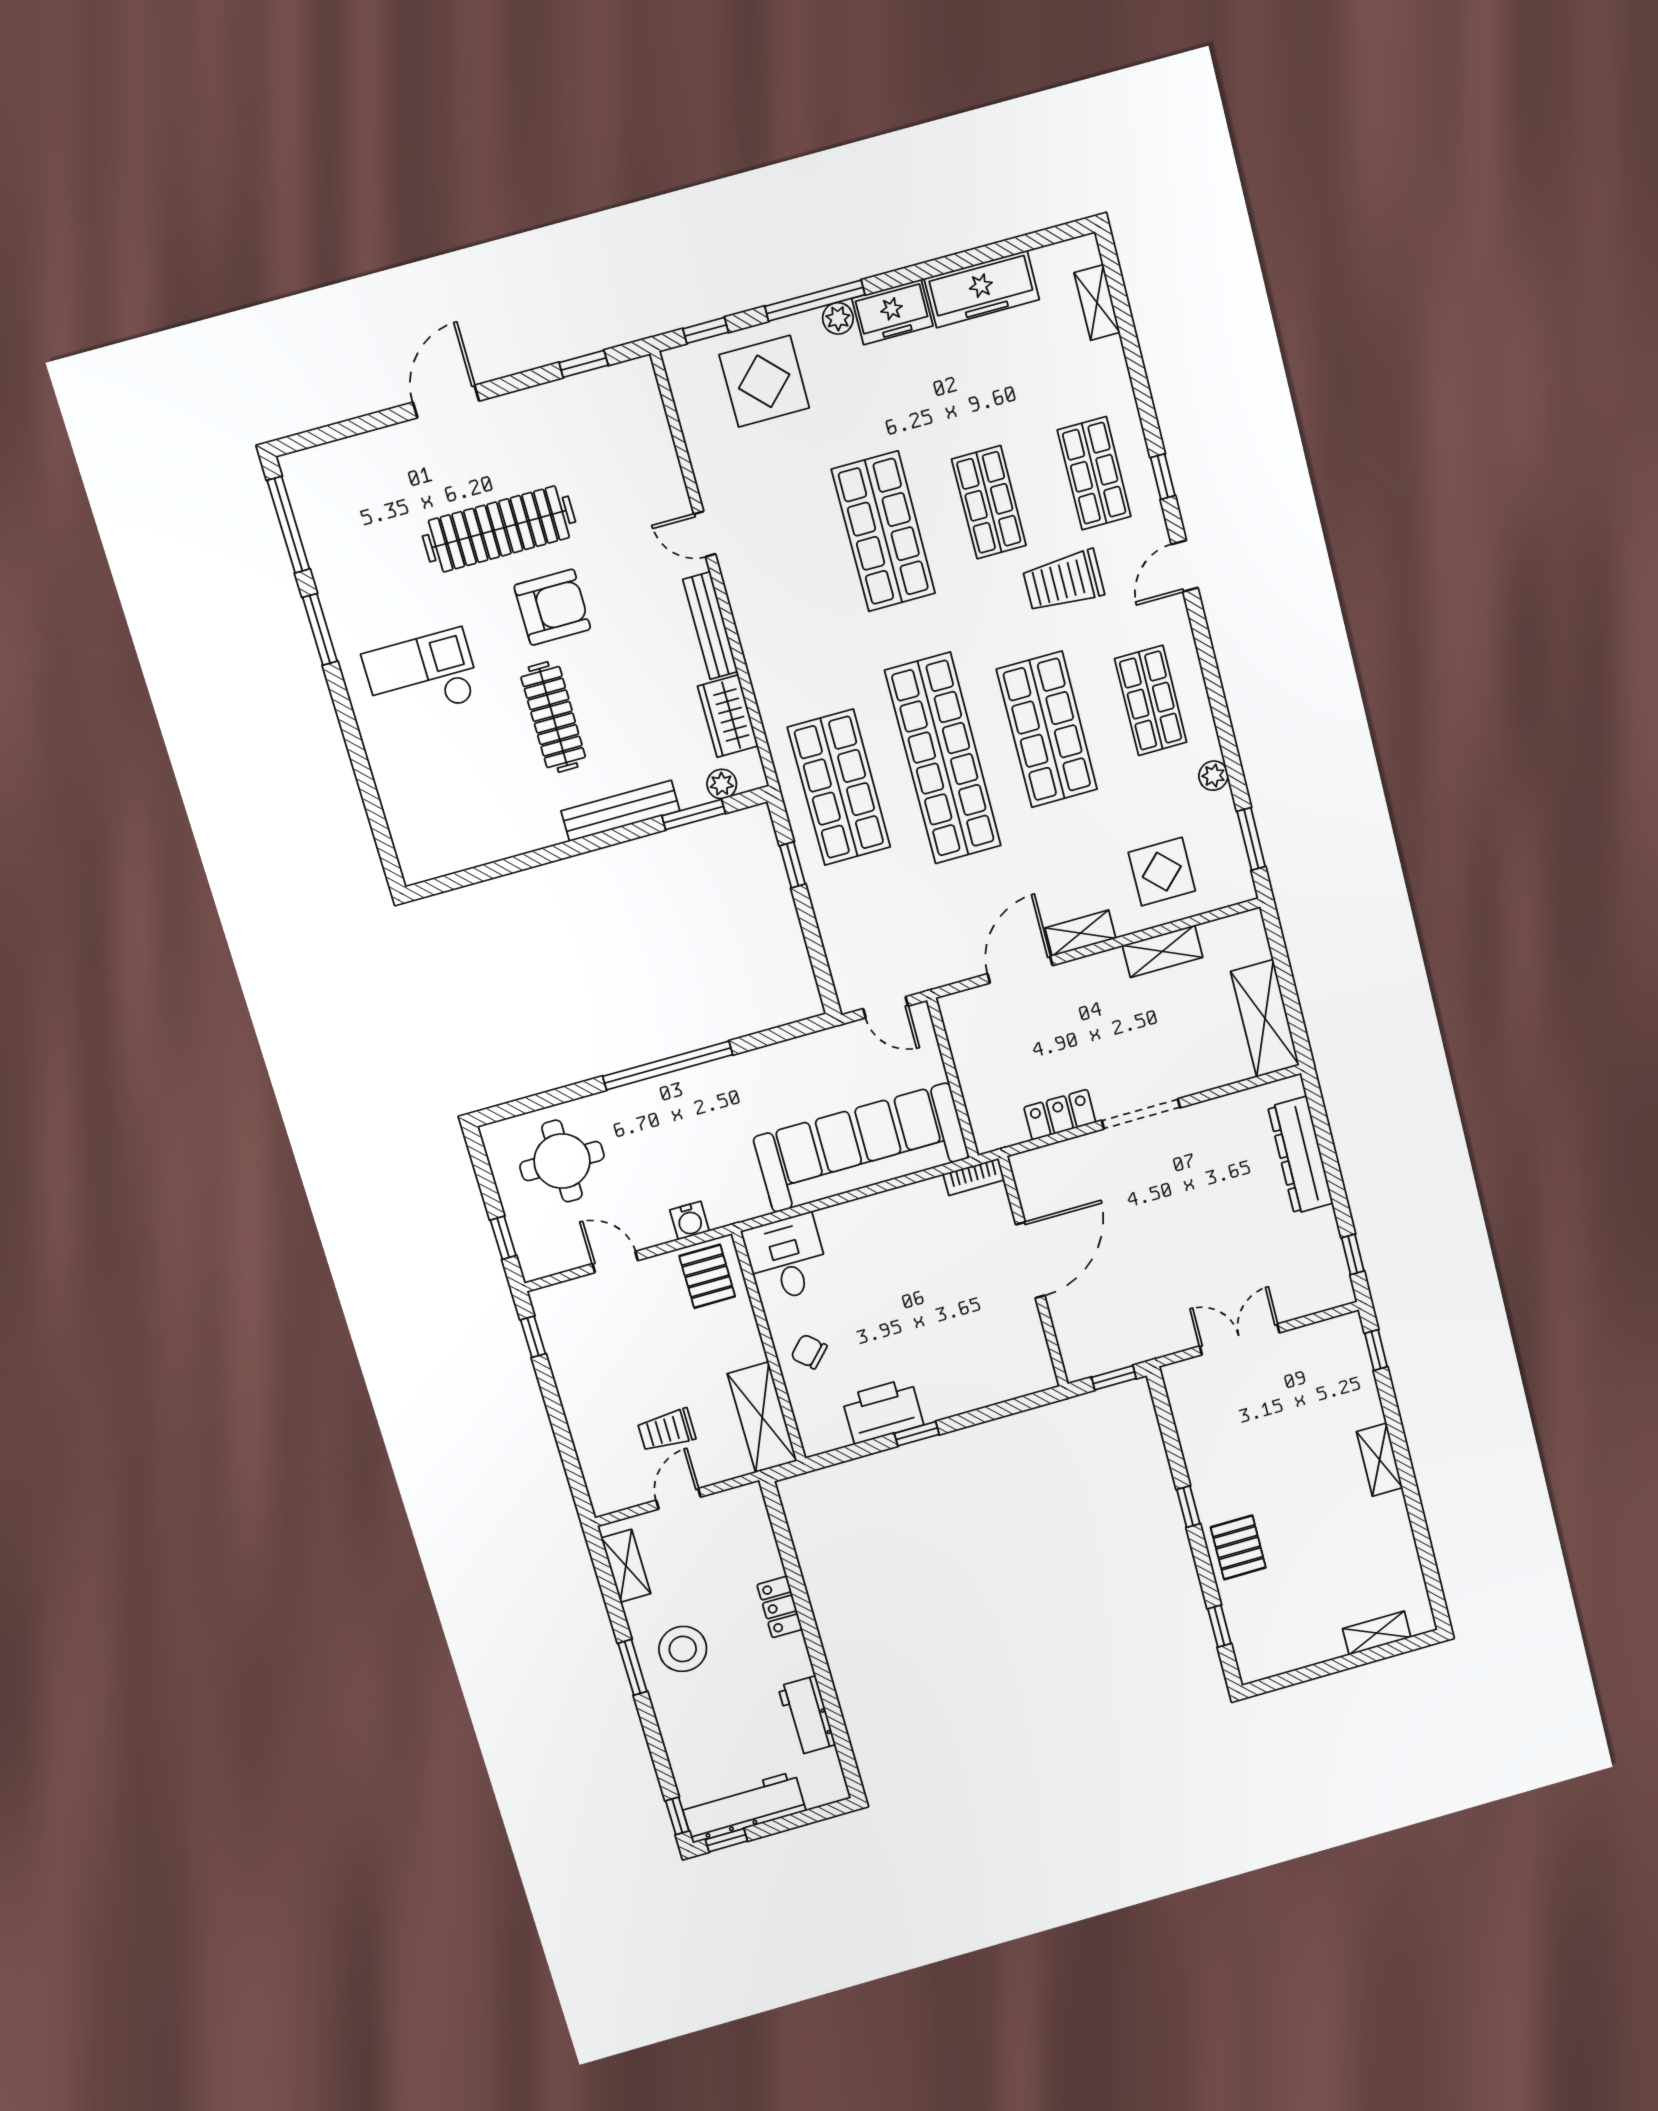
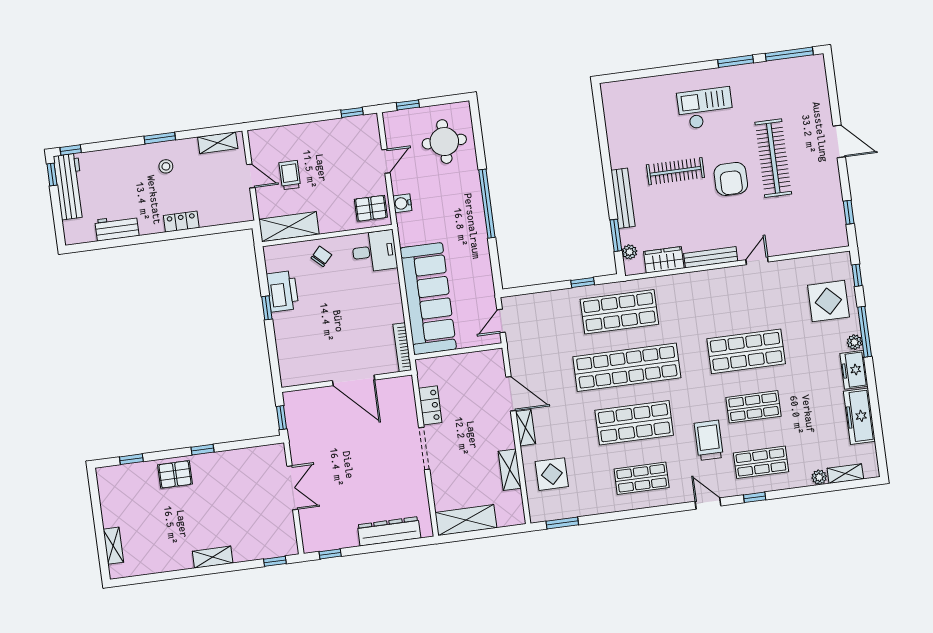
checkout: (422, 676) -> (705, 108), turned -90
plant: (1213, 776) -> (819, 477), moved
bookcase: (974, 1177) -> (402, 347), width x1.56
stool: (683, 1649) -> (166, 166), width x0.53, depth x0.53

